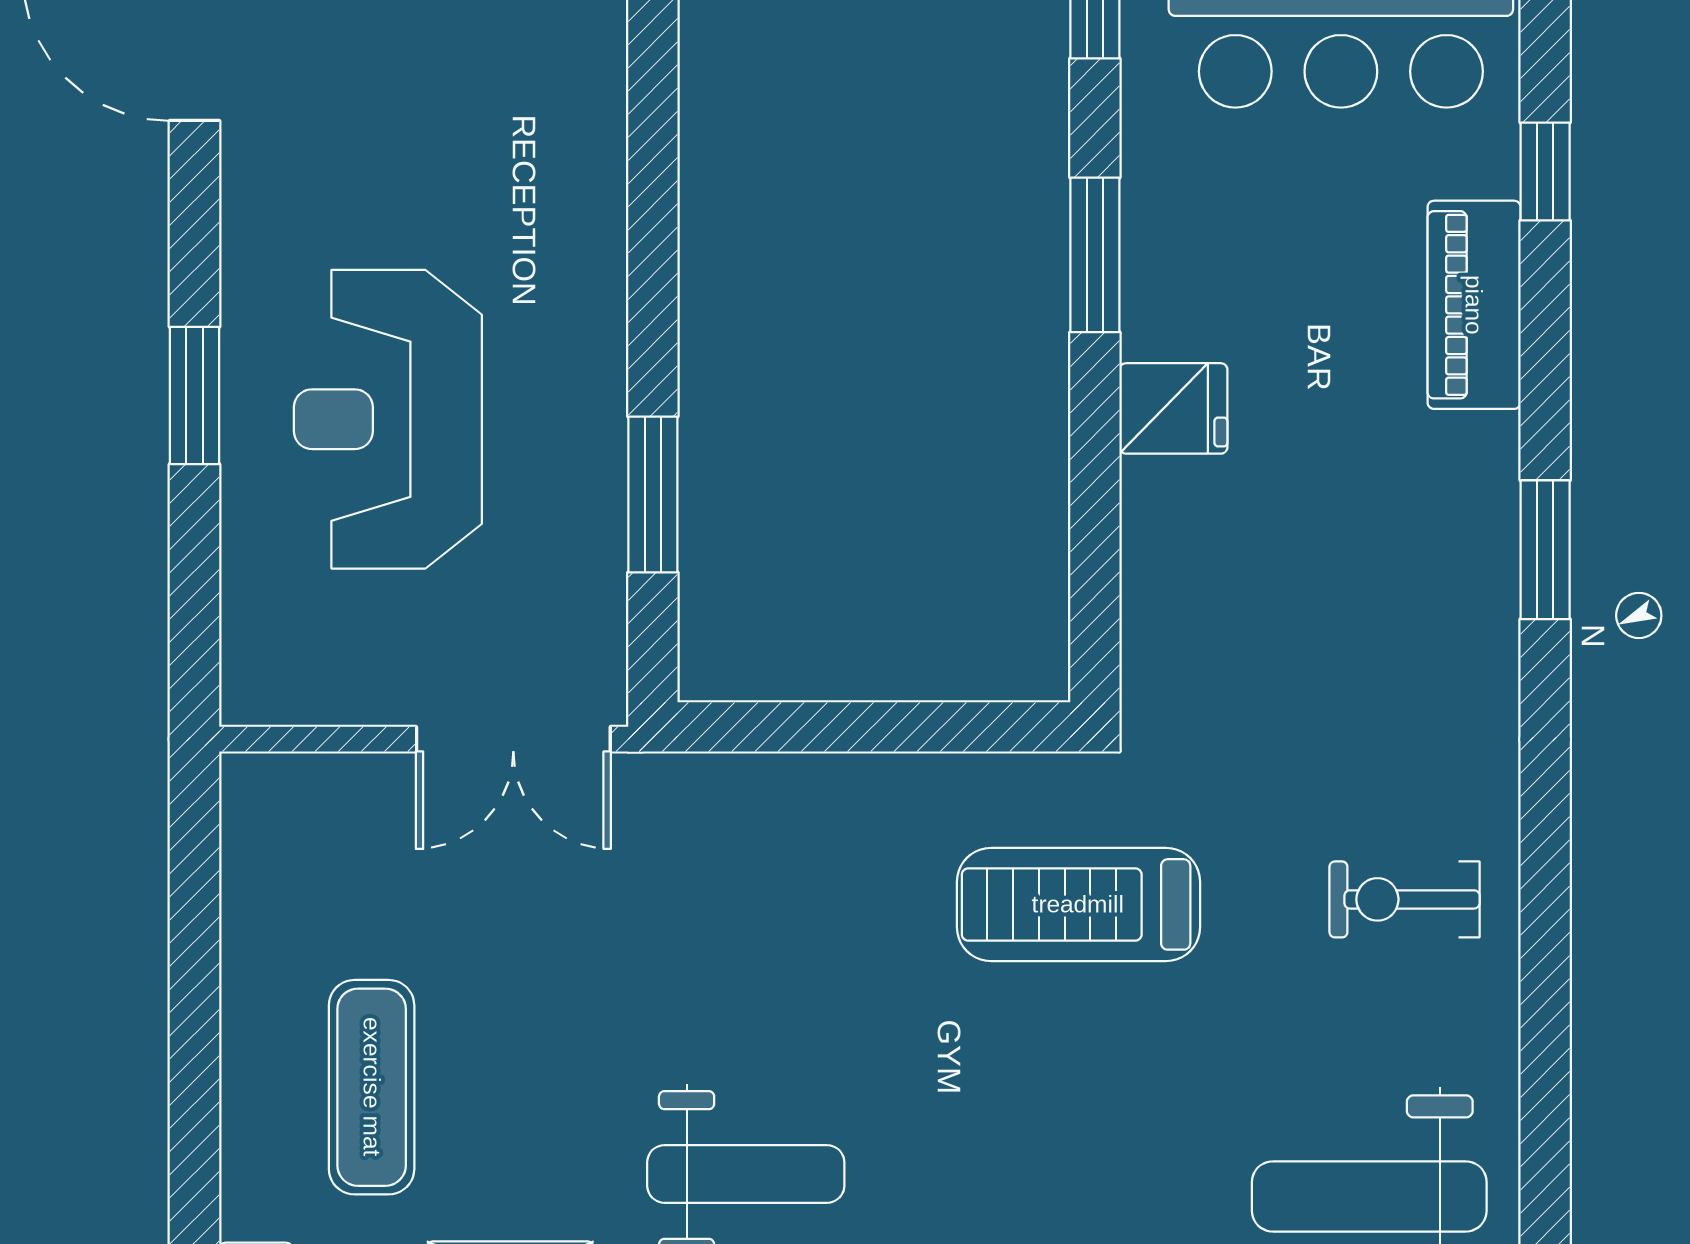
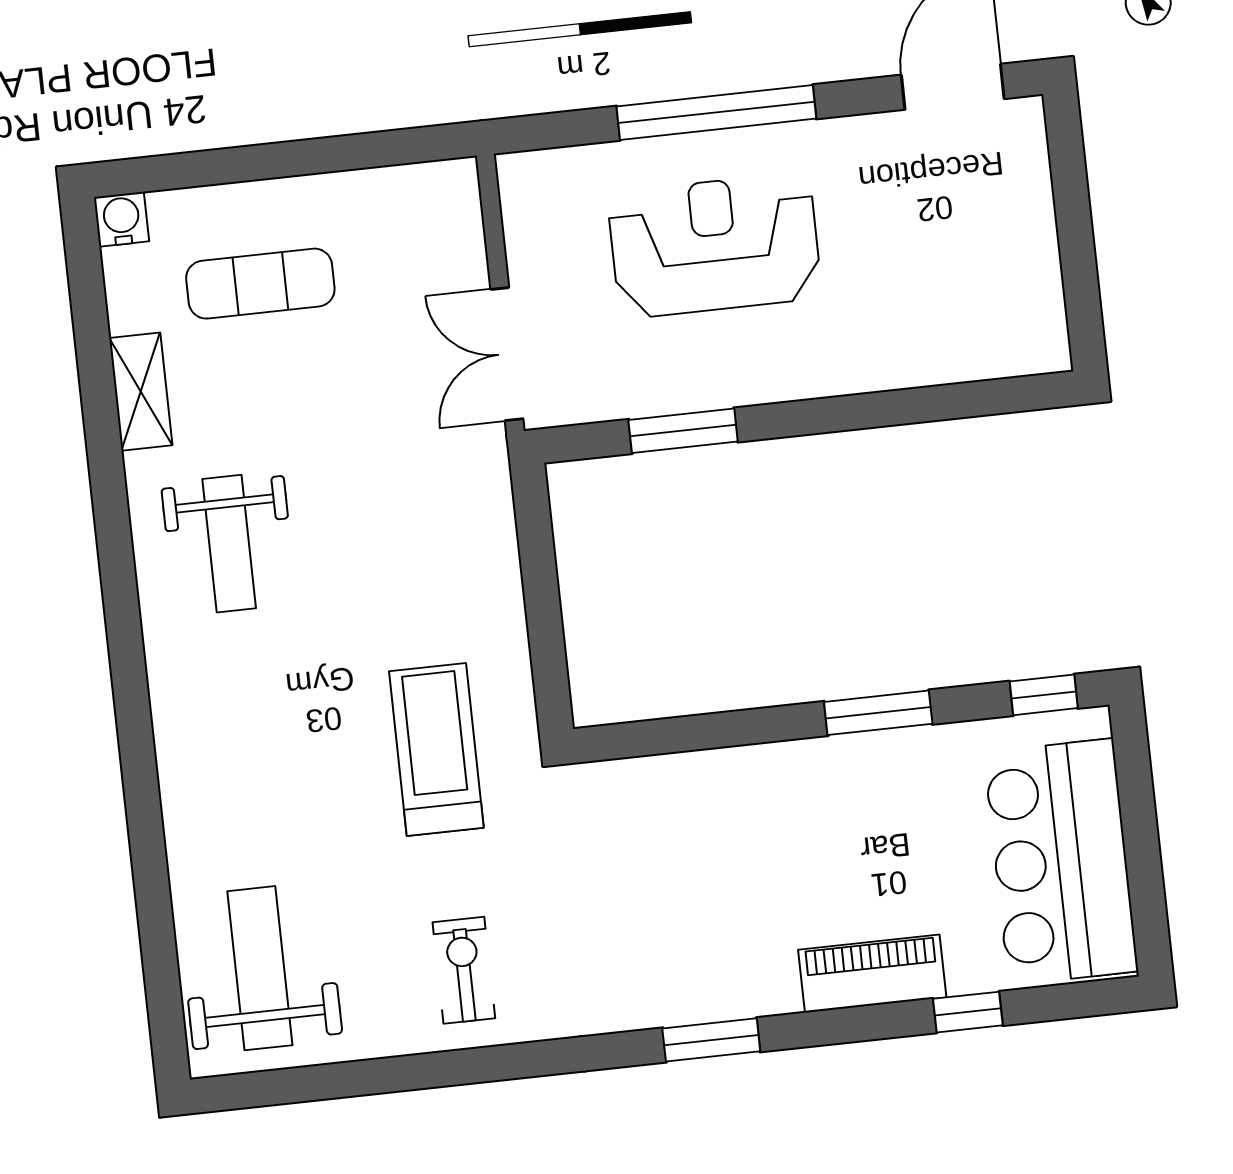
window: (194, 396) -> (716, 112), width x2.11
fridge: (1173, 408) -> (780, 777), removed

